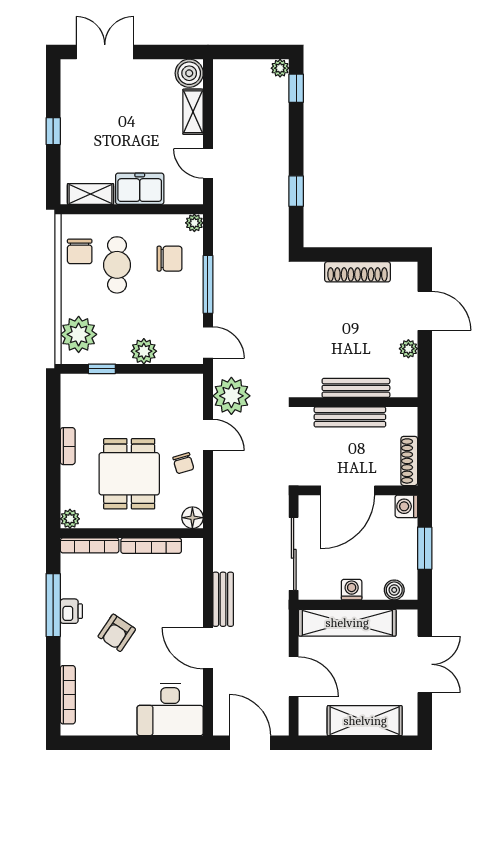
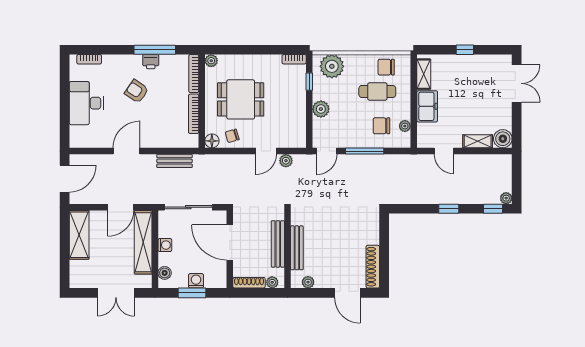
door: (208, 163) -> (444, 151), swing flipped
window: (296, 191) -> (449, 209), moved
plant: (194, 223) -> (405, 126), moved
chair: (169, 259) -> (381, 126), turned 90
shoe rack: (358, 272) -> (373, 267), moved
door: (425, 311) -> (347, 293), hinge flipped
plant: (408, 349) -> (308, 282), moved
plant: (231, 396) -> (286, 161), width x0.53, depth x0.53
plant: (409, 426) -> (272, 282), added
bookcase: (68, 446) -> (294, 59), moved
chair: (183, 463) -> (232, 136), moved
washing machine: (406, 506) -> (196, 281), moved
bench: (223, 599) -> (175, 161), moved
door: (294, 677) -> (121, 207), moved
bookcase: (68, 695) -> (89, 59), width x0.64
desk: (170, 710) -> (86, 103), moved
shelving: (365, 721) -> (79, 235), moved

